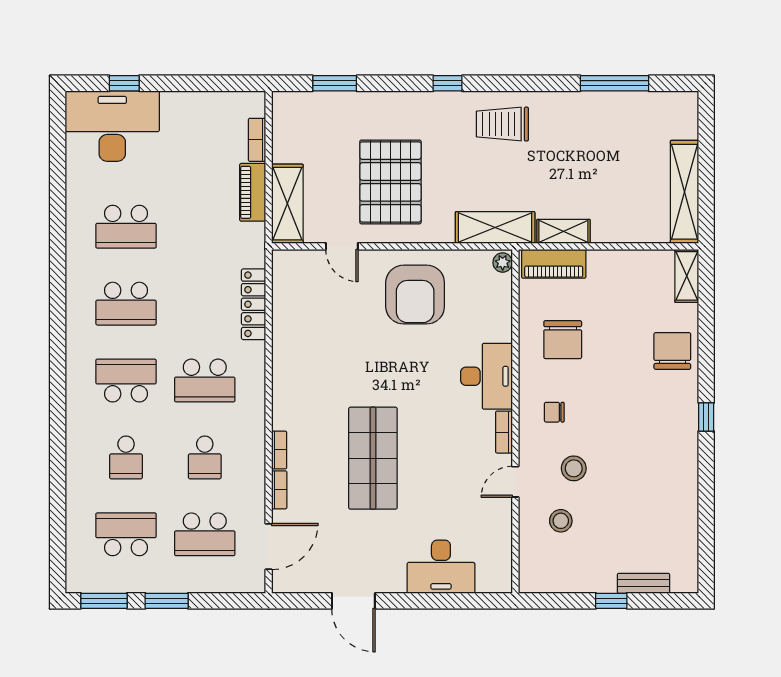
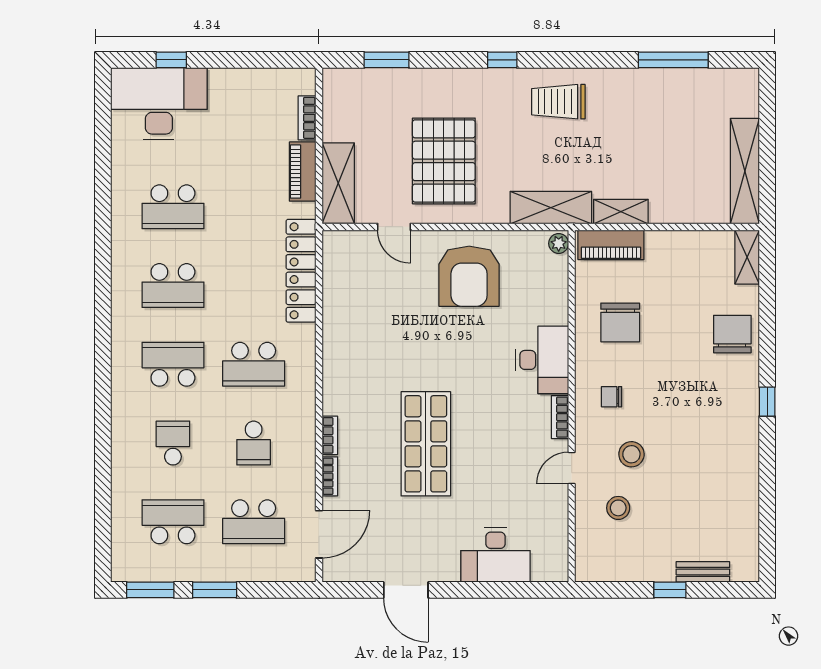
locker: (254, 304) -> (301, 271), width x1.41, depth x1.21
school desk: (126, 457) -> (173, 443), turned 180

